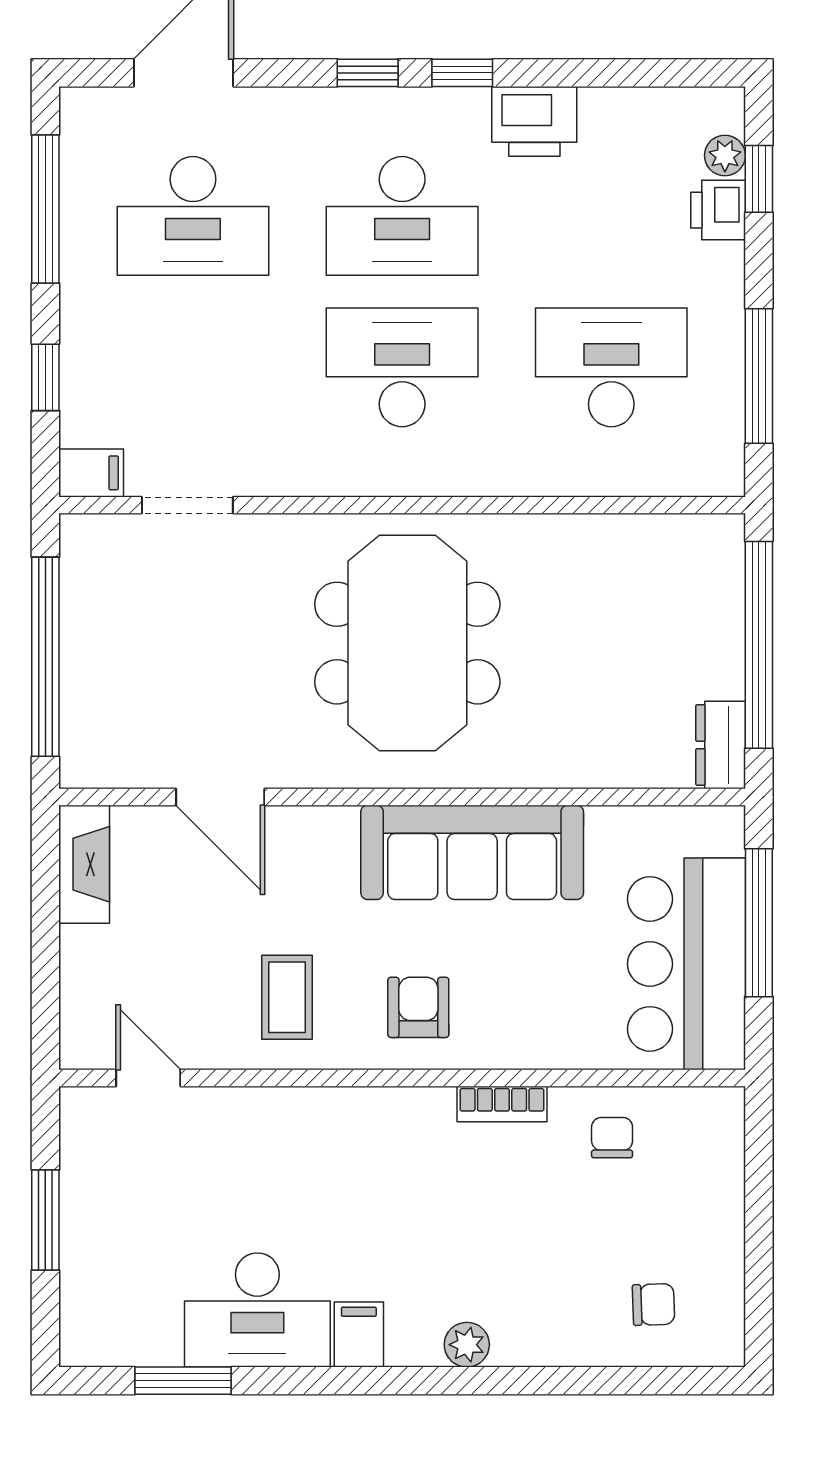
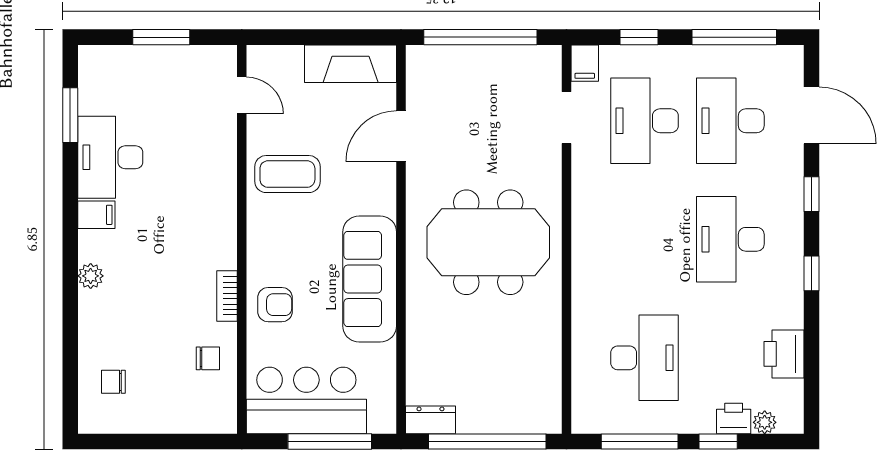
window: (368, 73) -> (811, 194), moved
printer: (534, 121) -> (784, 354), moved
window: (759, 179) -> (718, 441), moved
desk: (402, 367) -> (644, 121), moved, turned 180
fireplace: (84, 864) -> (351, 64), width x1.37, depth x1.32
coffee table: (287, 997) -> (287, 174), width x1.36, depth x1.30
armchair: (418, 1007) -> (275, 305), moved
door: (148, 1078) -> (242, 95), hinge flipped
chair: (653, 1304) -> (113, 382), turned 92

